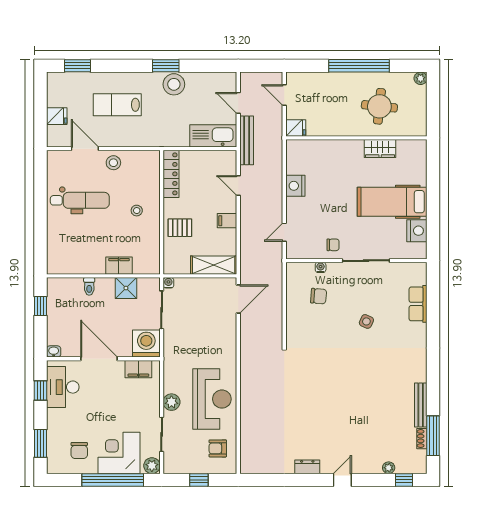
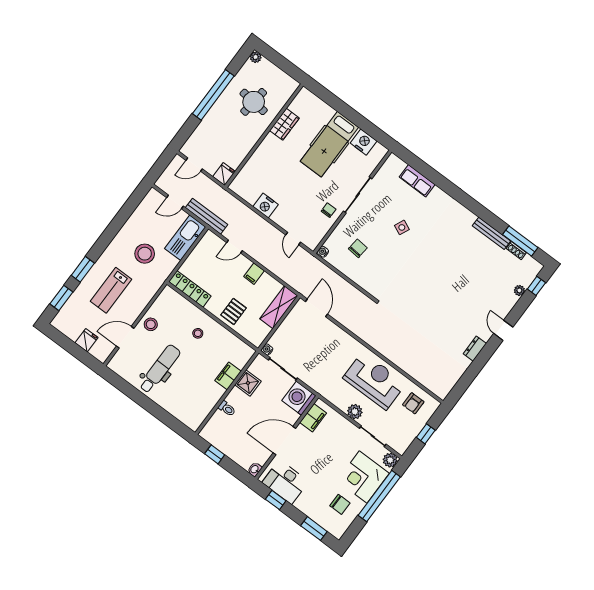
window: (166, 66) -> (83, 269), moved
stool: (174, 84) -> (145, 254), moved
water cooler: (321, 267) -> (323, 252), moved

